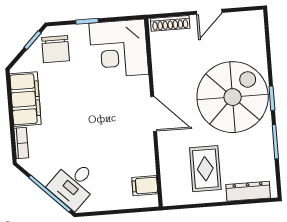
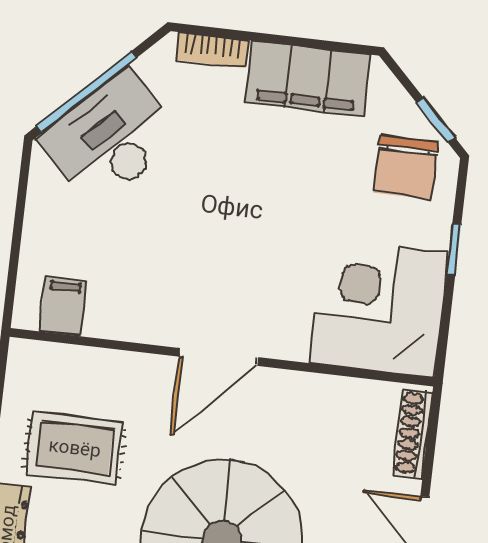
chair: (55, 49) -> (406, 167), turned -90
desk: (74, 184) -> (111, 138), width x1.37

